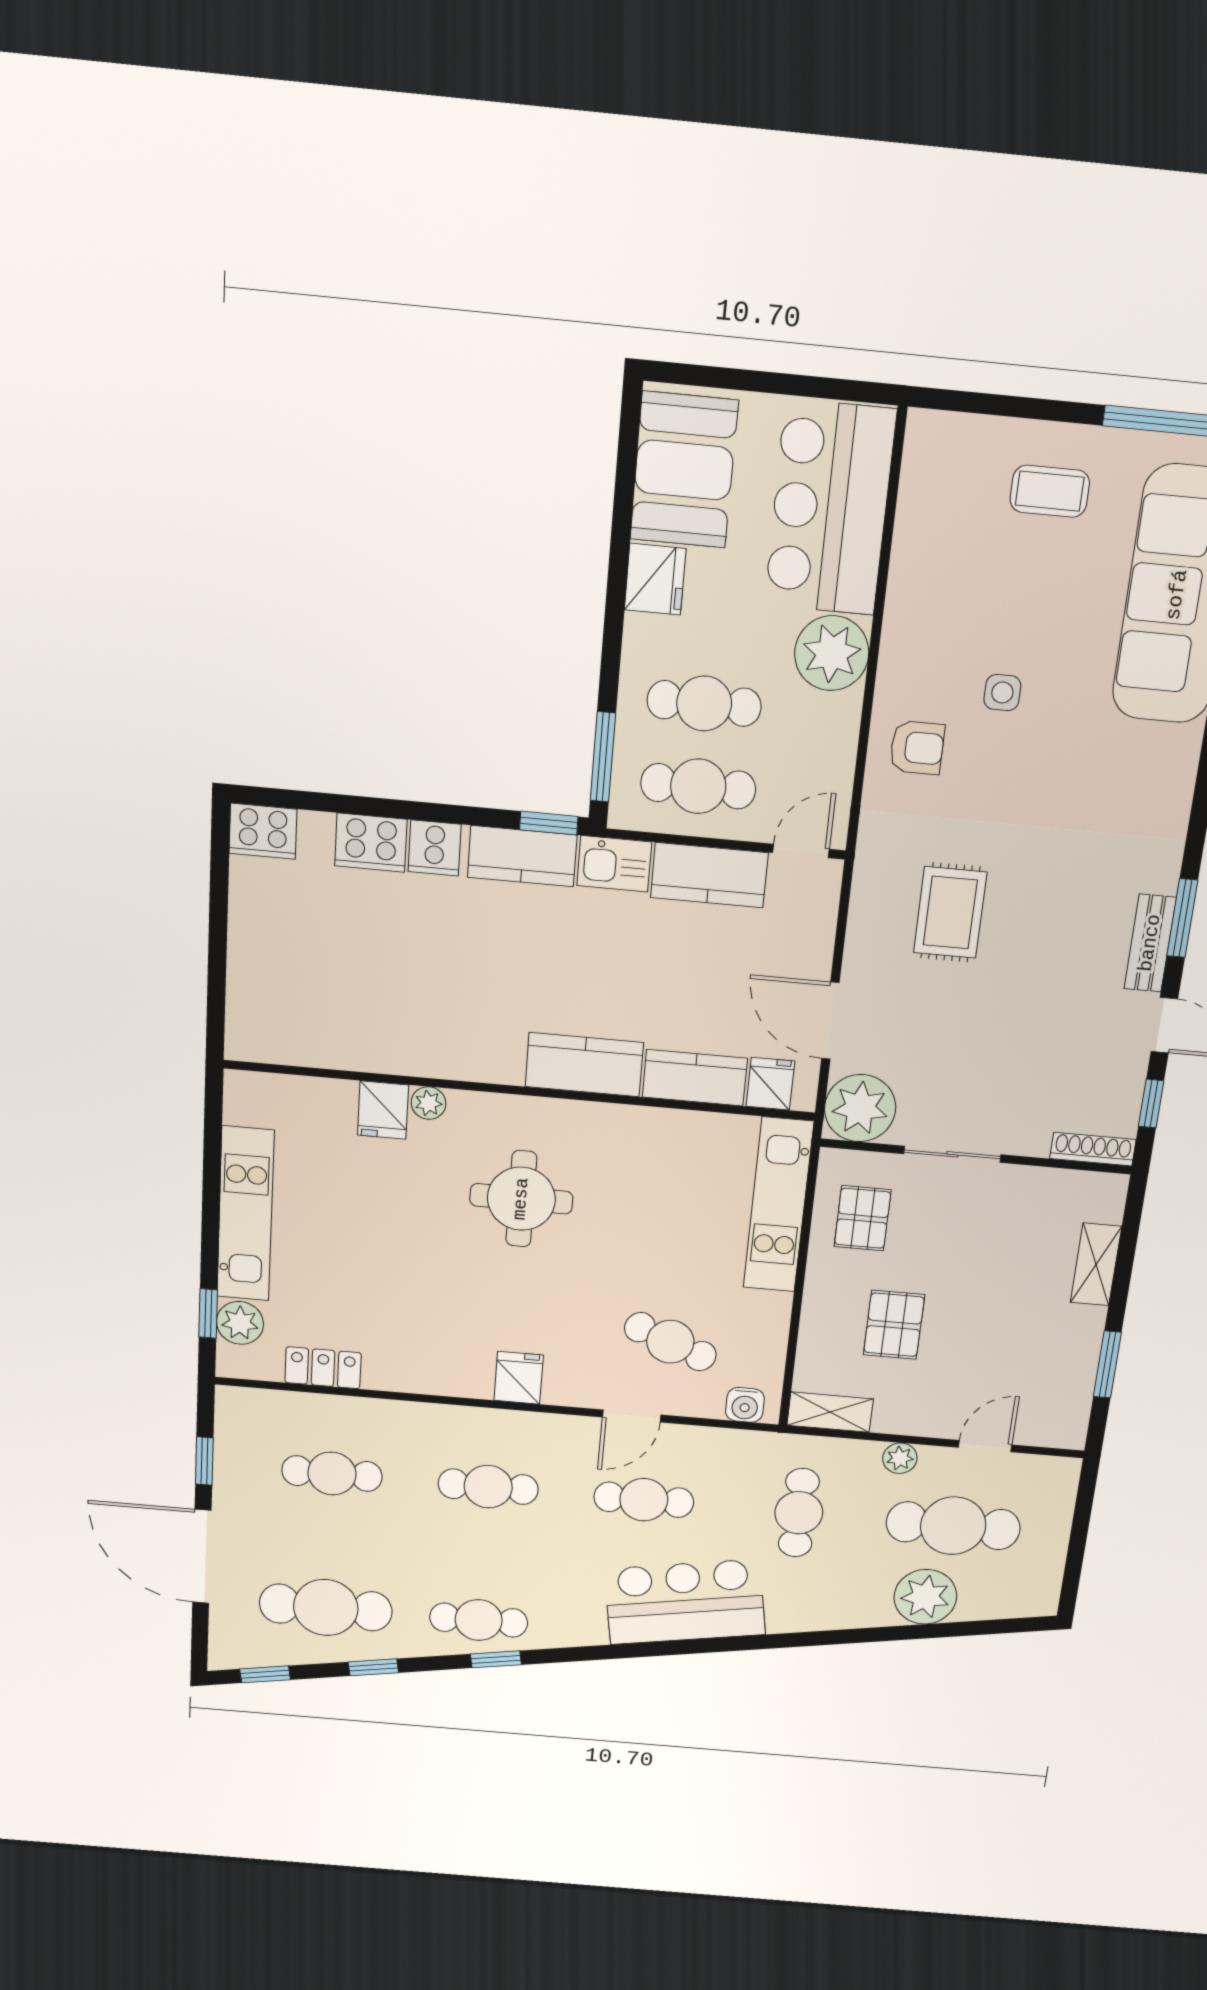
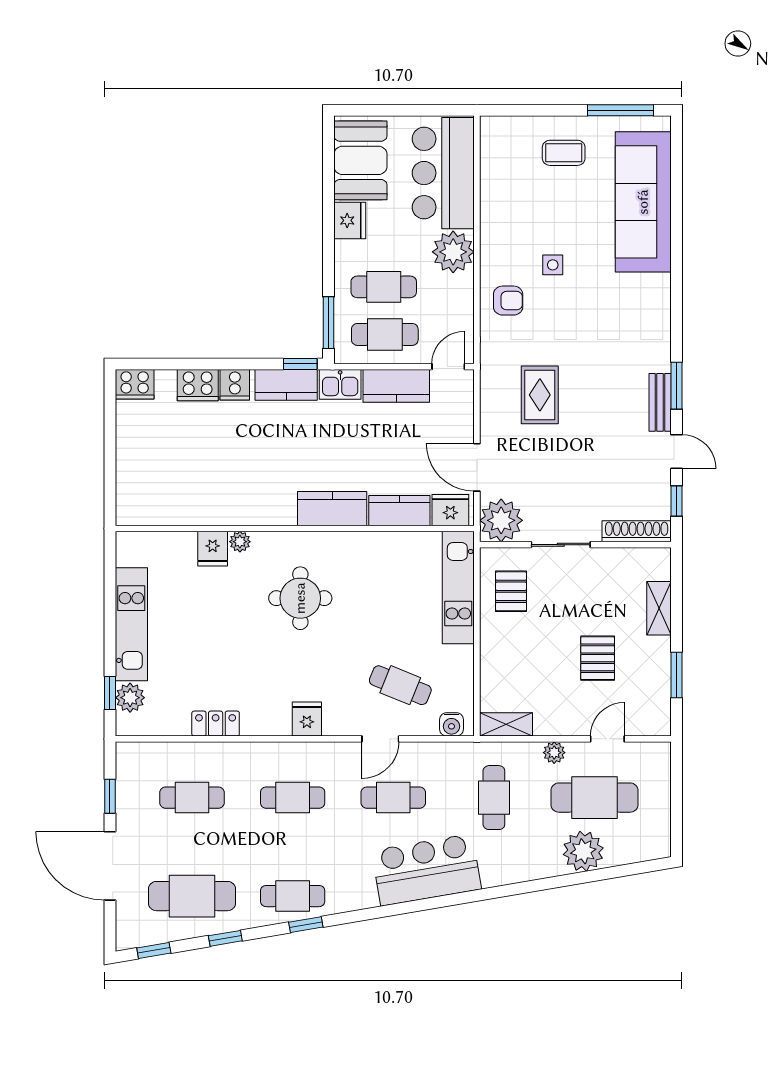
fridge: (770, 1084) -> (450, 510), width x1.38
shoe rack: (1093, 1149) -> (637, 531), width x1.36, depth x1.24
pallet: (894, 1325) -> (598, 658), moved
locker: (323, 1368) -> (216, 724), moved

